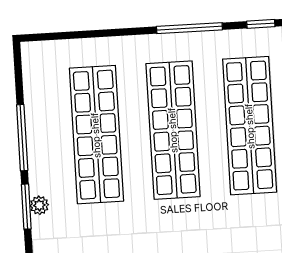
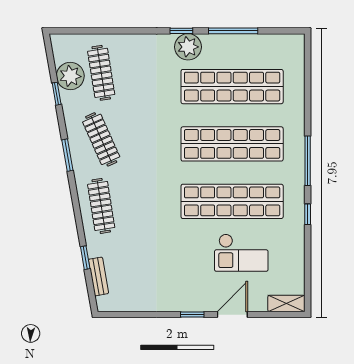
plant: (39, 205) -> (188, 47), width x1.88, depth x1.88
window: (26, 207) -> (181, 31), width x0.67

